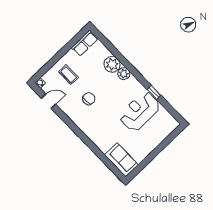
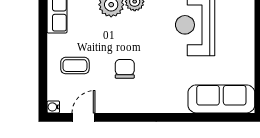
sofa: (121, 160) -> (221, 99), width x1.36

